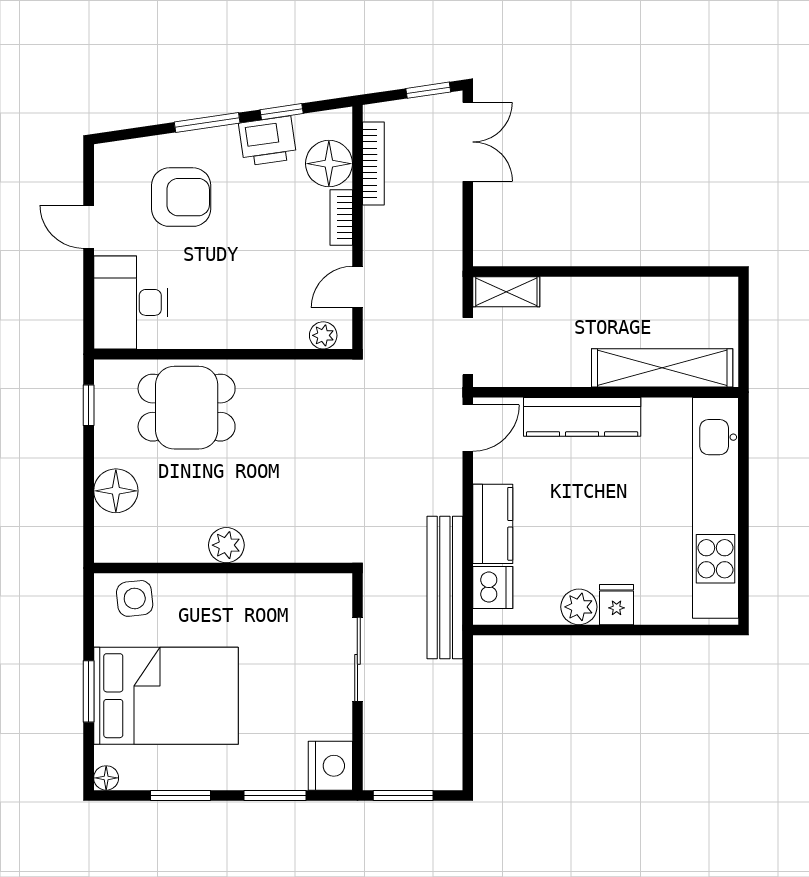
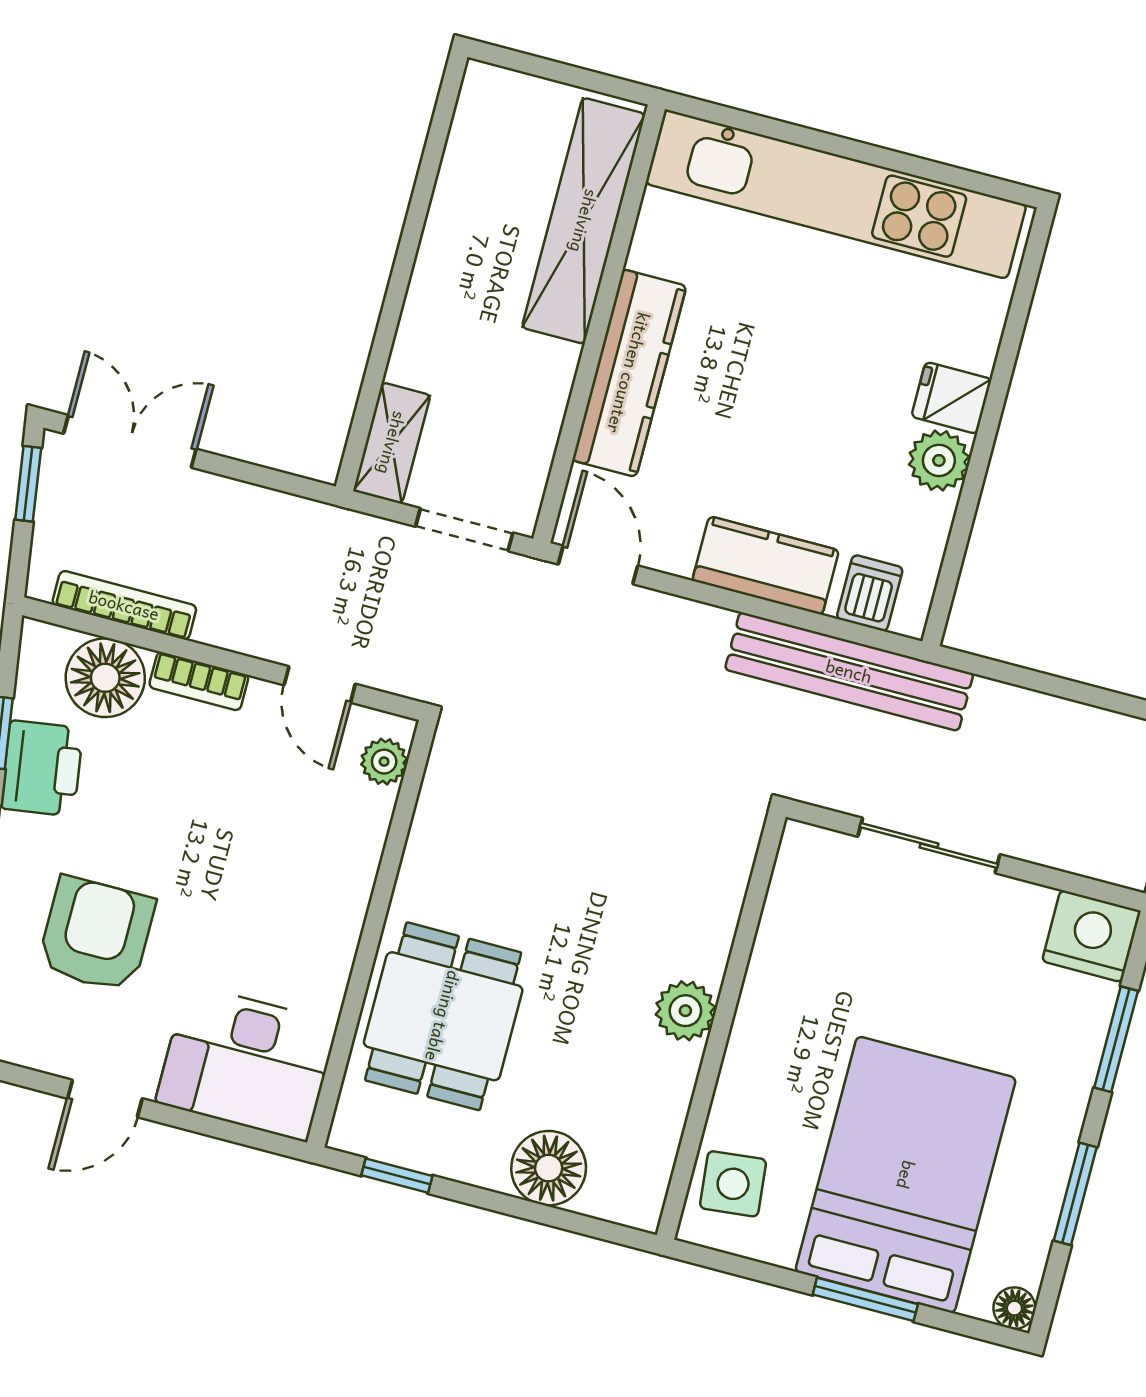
dishwasher: (493, 587) -> (870, 593), width x0.73

